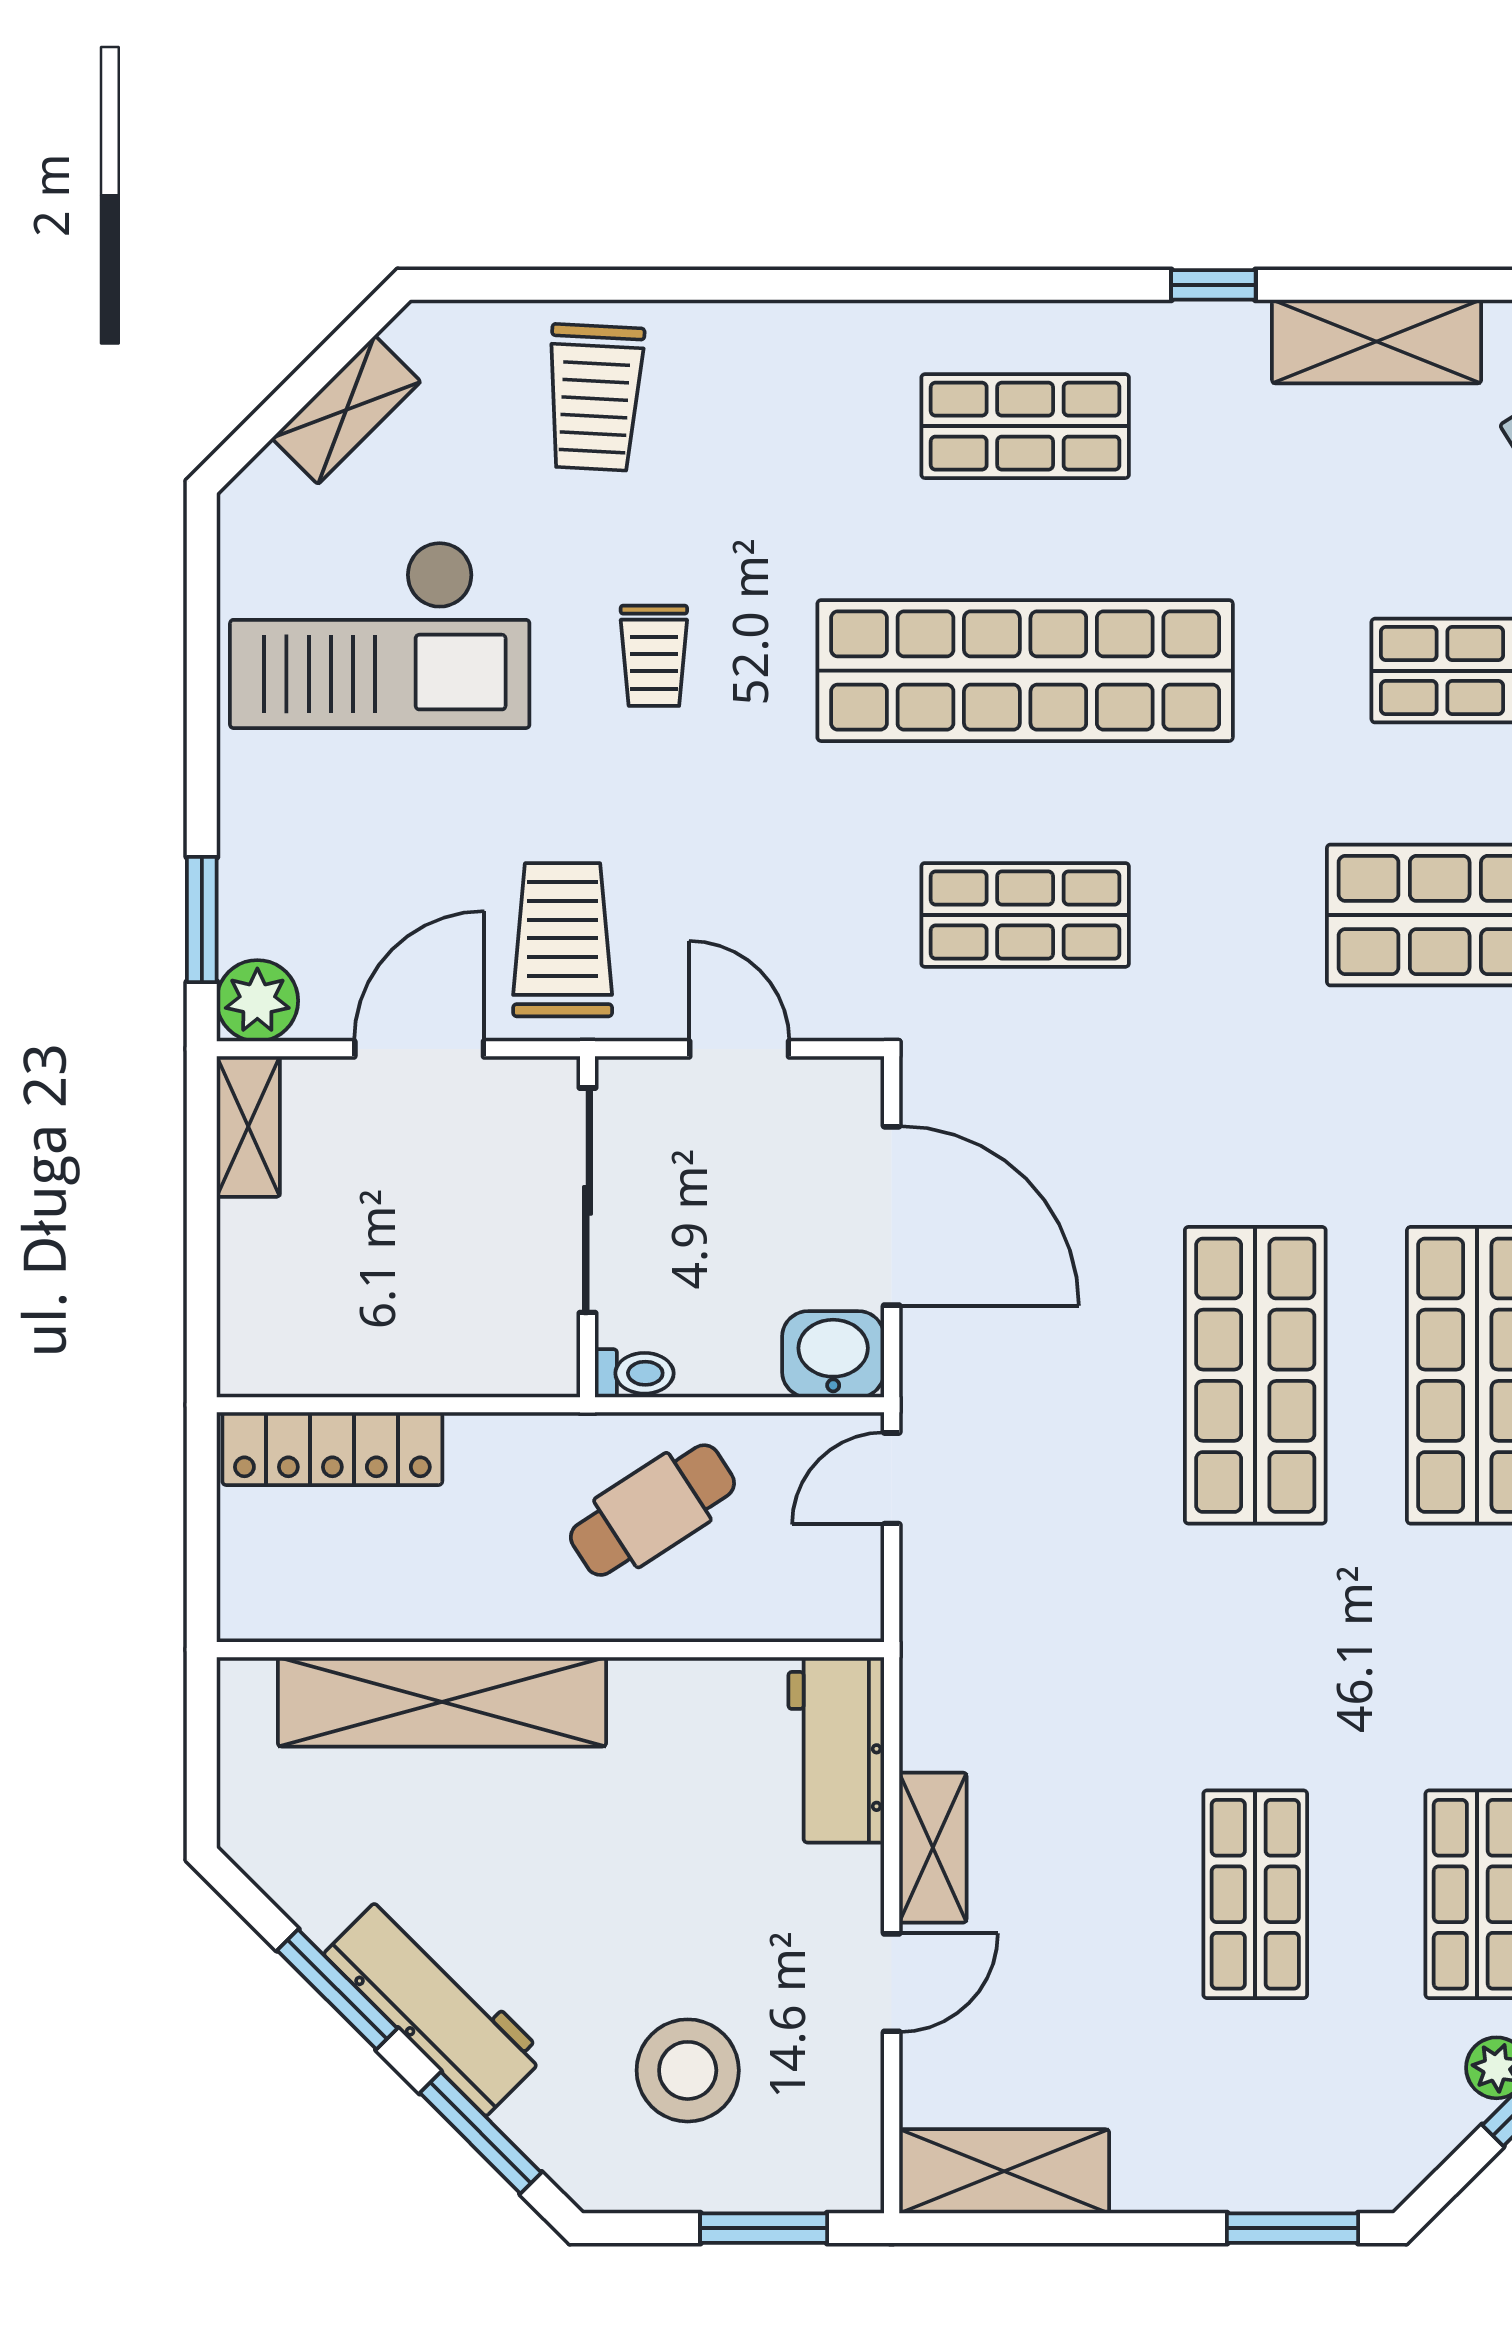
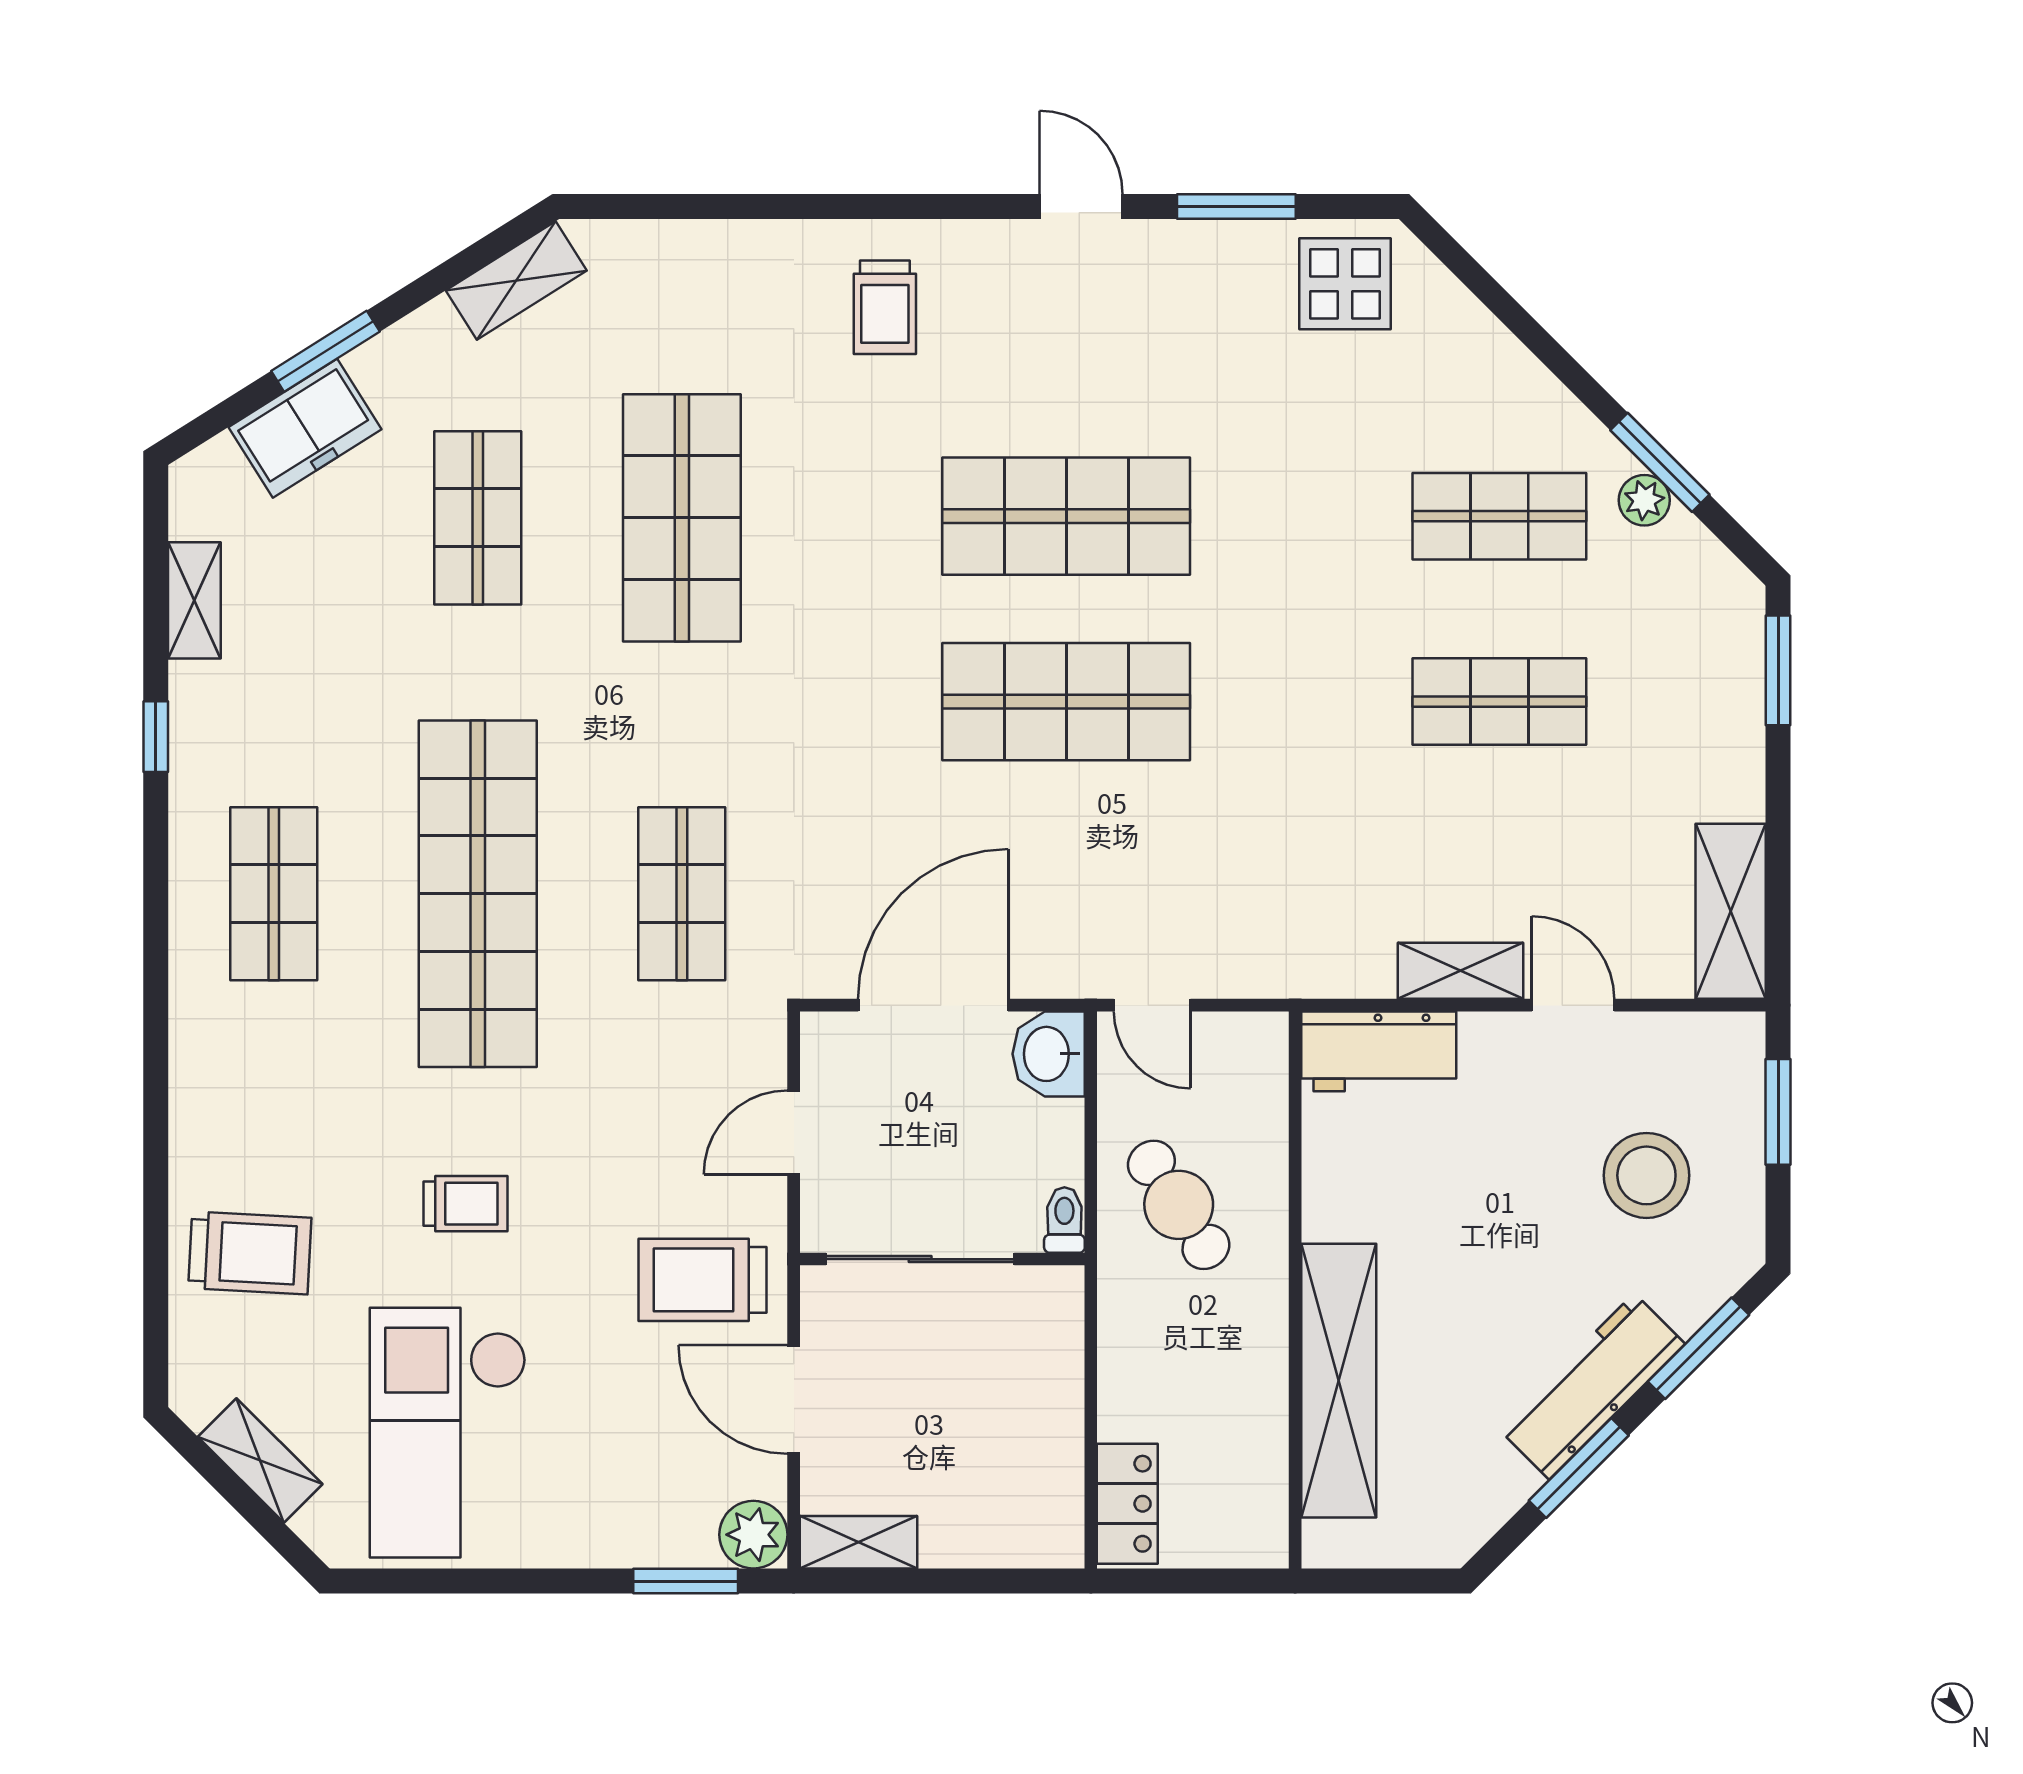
shelving: (1377, 342) -> (194, 600), width x0.67, depth x0.75
checkout: (380, 635) -> (448, 1433), turned 180
locker: (332, 1449) -> (1127, 1504), width x0.66

